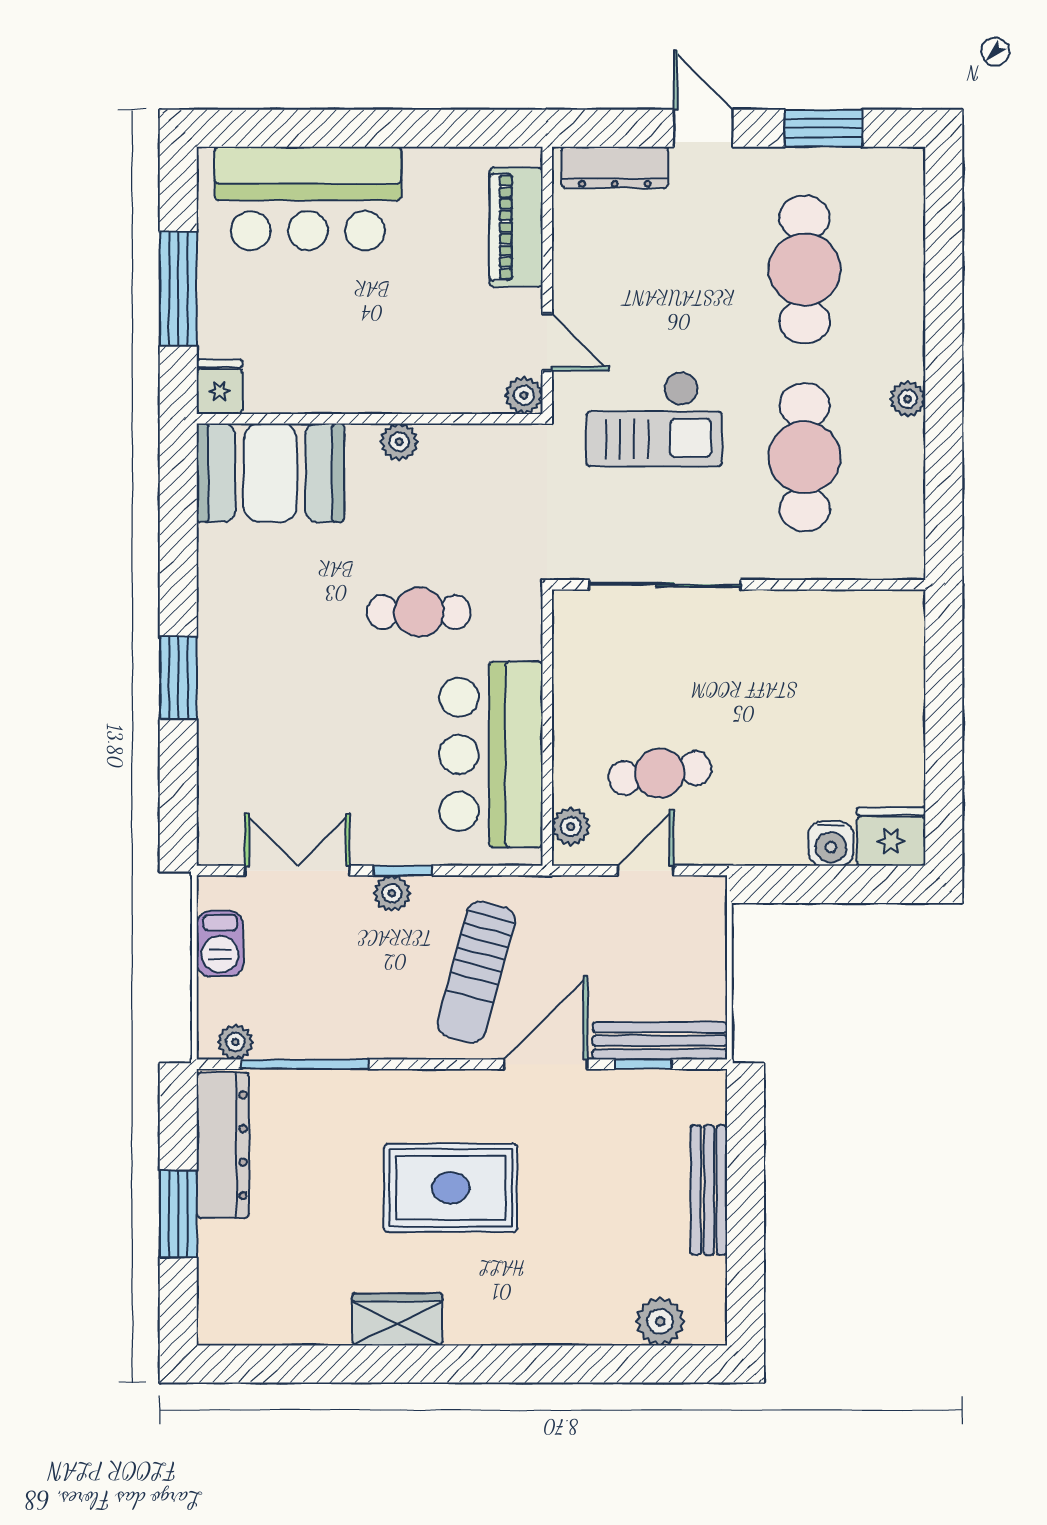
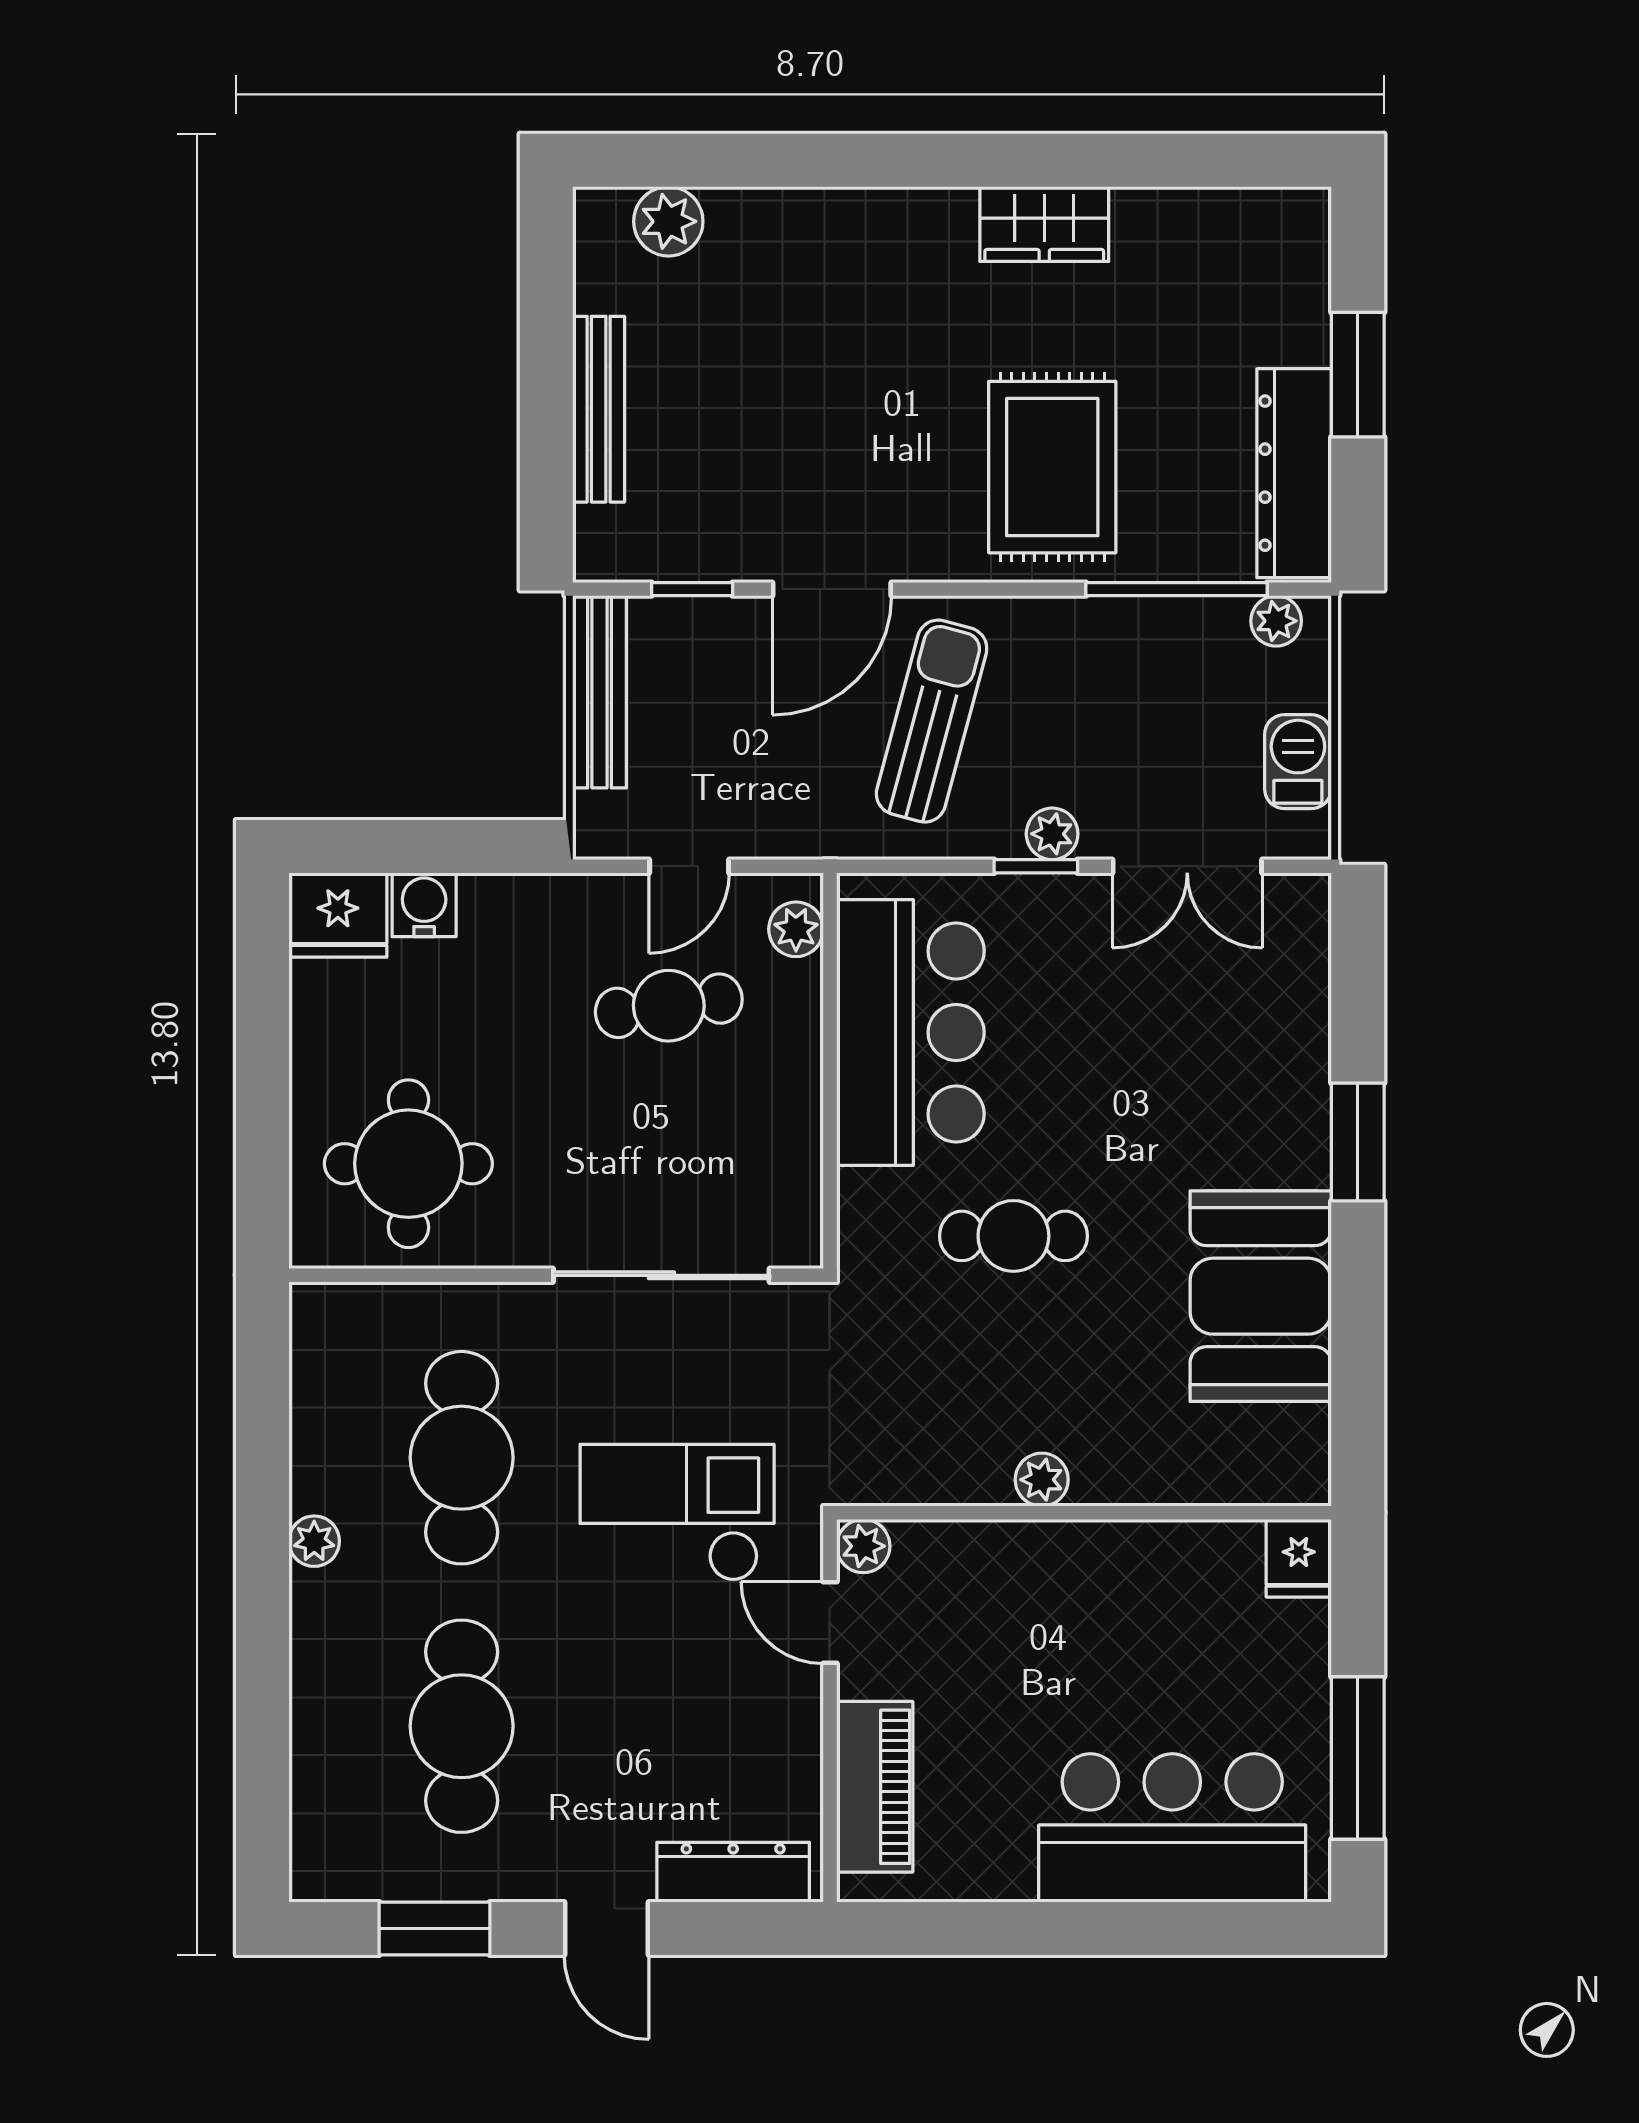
window: (178, 289) -> (1358, 1758), moved
booth: (270, 473) -> (1261, 1296), moved, turned 90
round table: (842, 663) -> (408, 1164), added
bench: (660, 1041) -> (600, 692), moved, turned 90
rug: (451, 1188) -> (1052, 467), moved, turned 90

